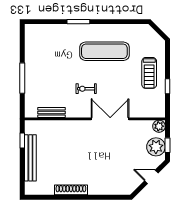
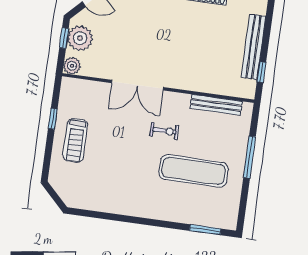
window: (78, 22) -> (205, 230), moved
exercise mat: (104, 51) -> (194, 171), moved
treadmill: (149, 73) -> (75, 140), turned 180
bench: (52, 113) -> (216, 105), width x1.36

